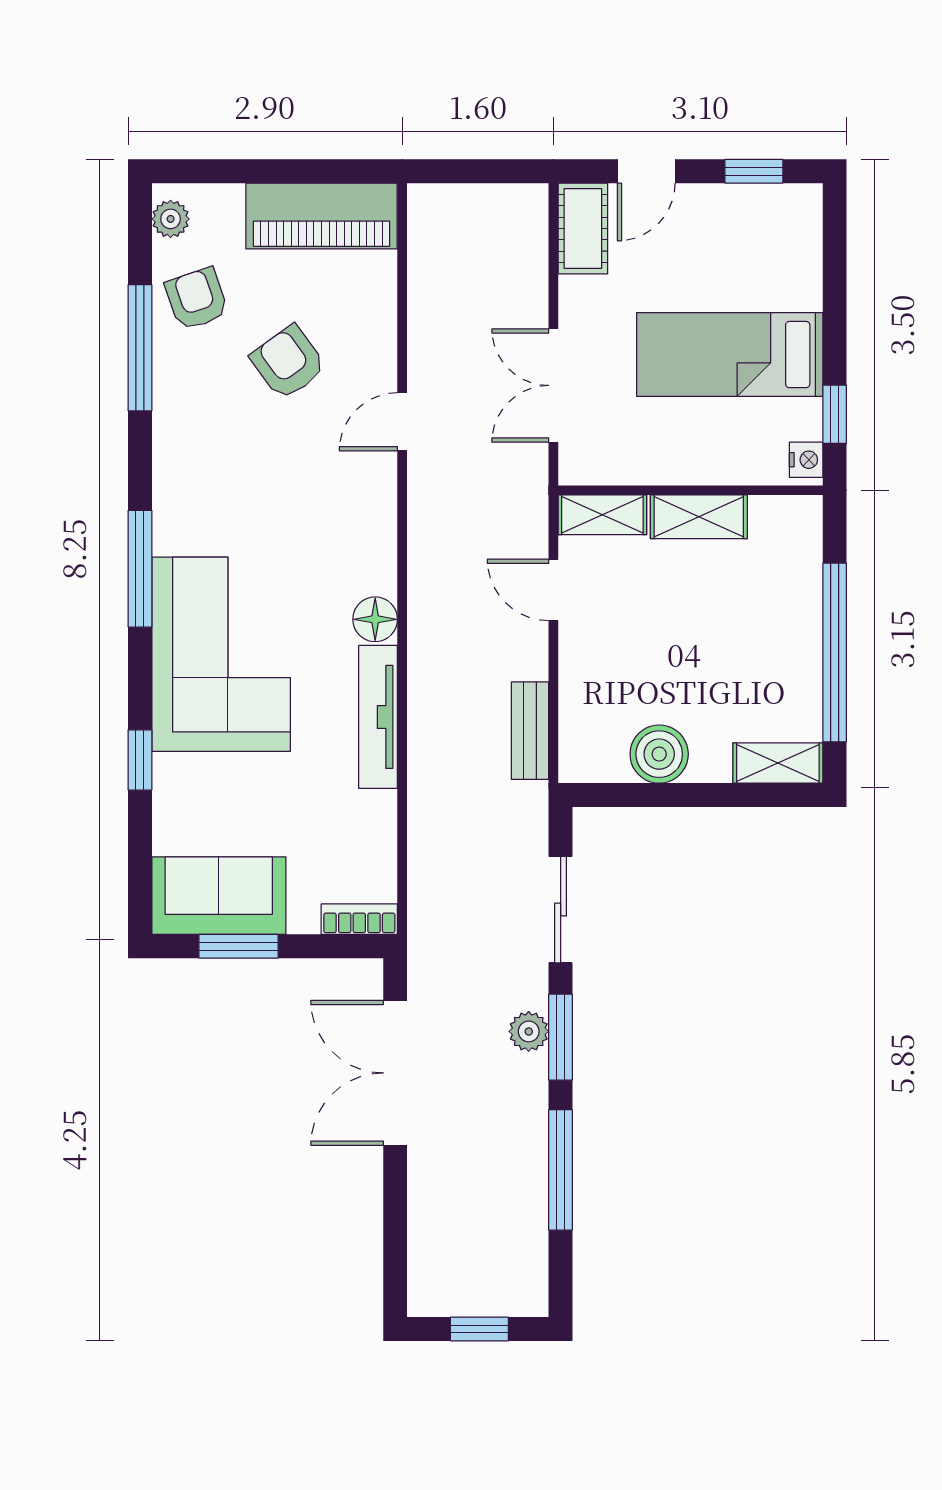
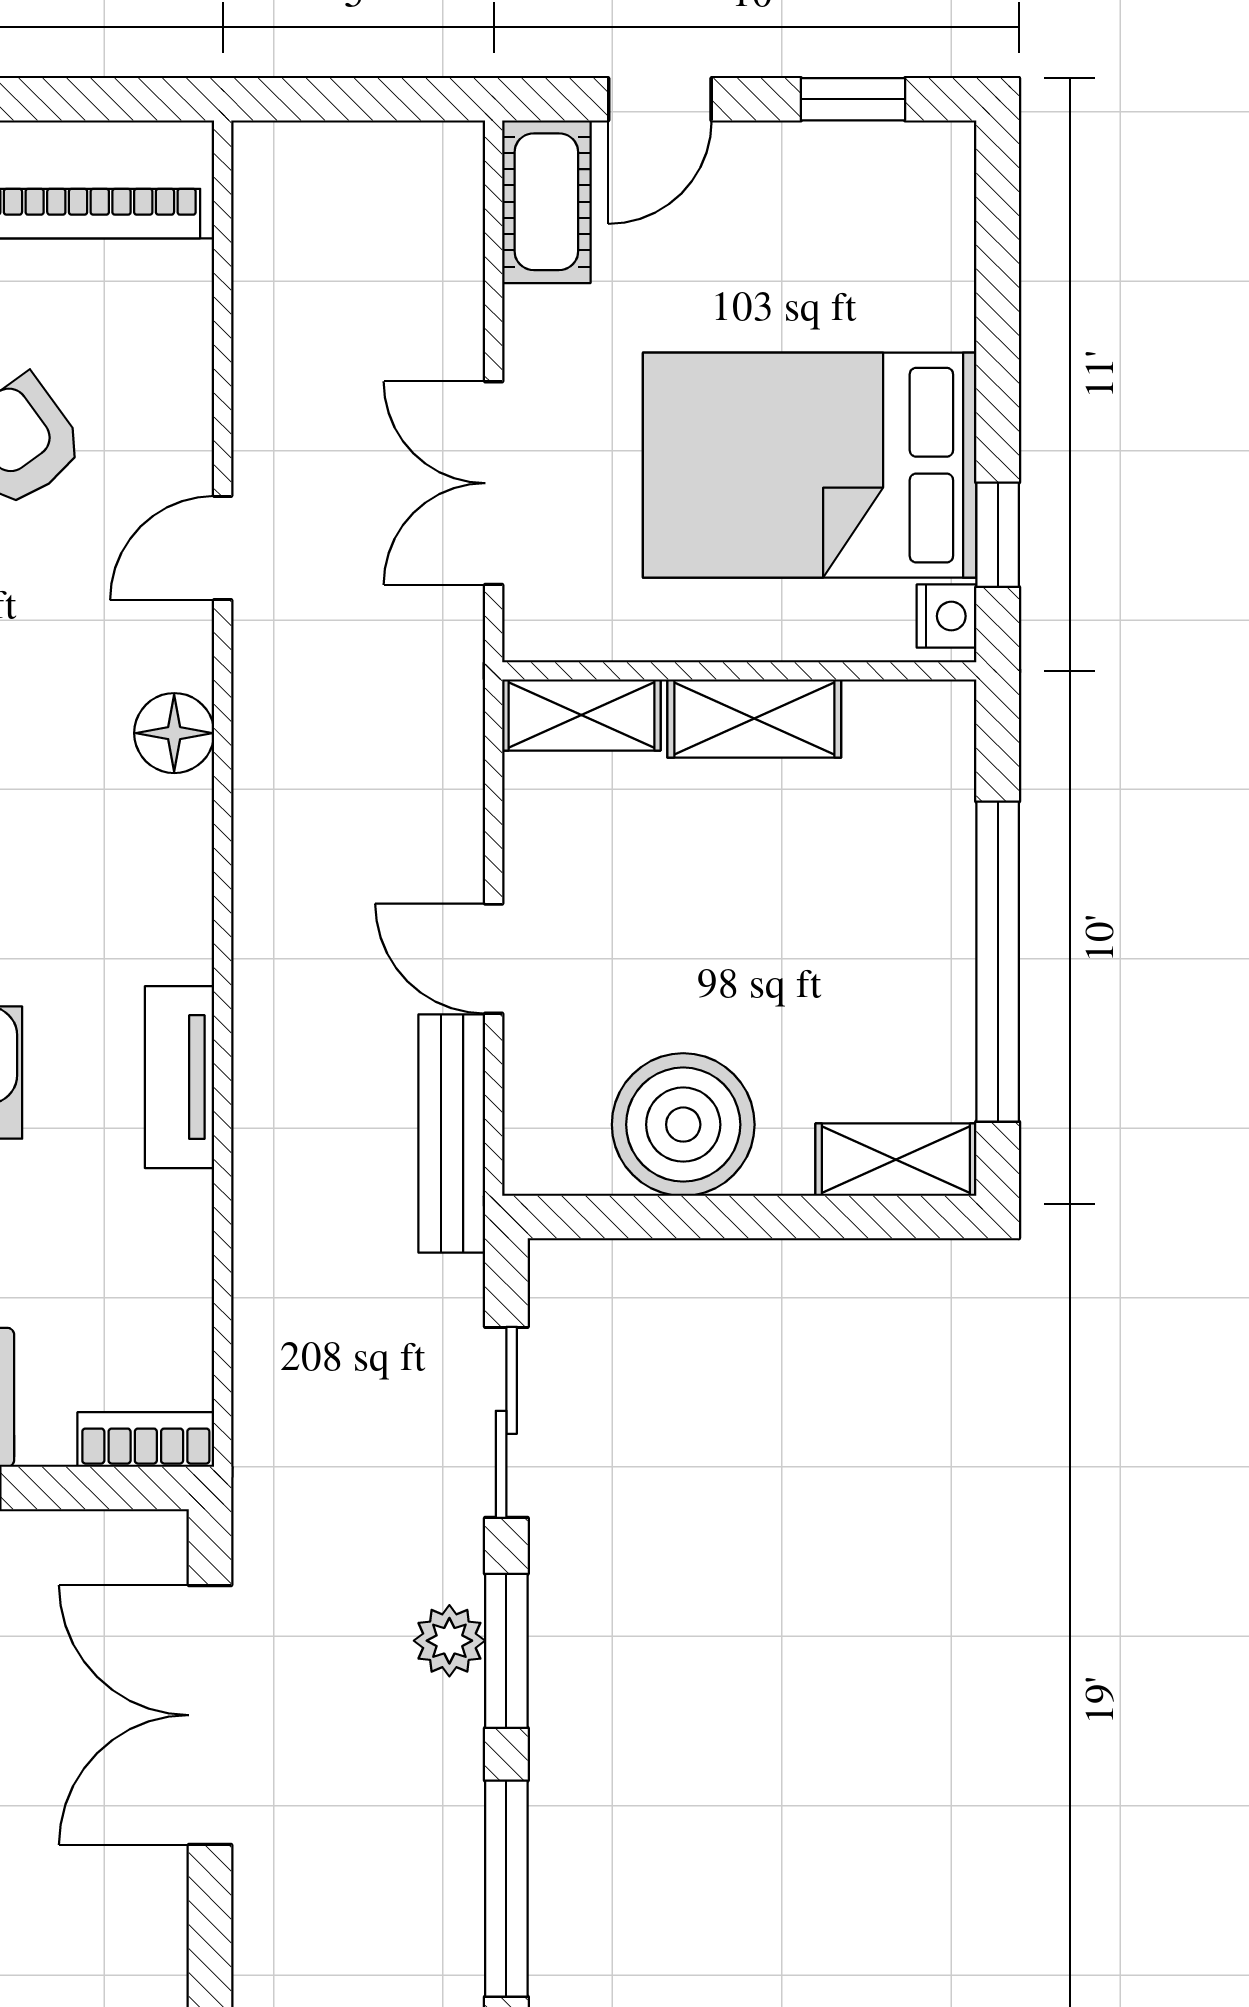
bed: (730, 355) -> (810, 465), width x1.50
door: (553, 590) -> (494, 959), moved
floor lamp: (375, 619) -> (174, 733), moved
tv unit: (378, 717) -> (179, 1077), width x0.71
bench: (530, 731) -> (452, 1133), width x1.36
boiler: (659, 754) -> (683, 1125), width x1.37, depth x1.37

